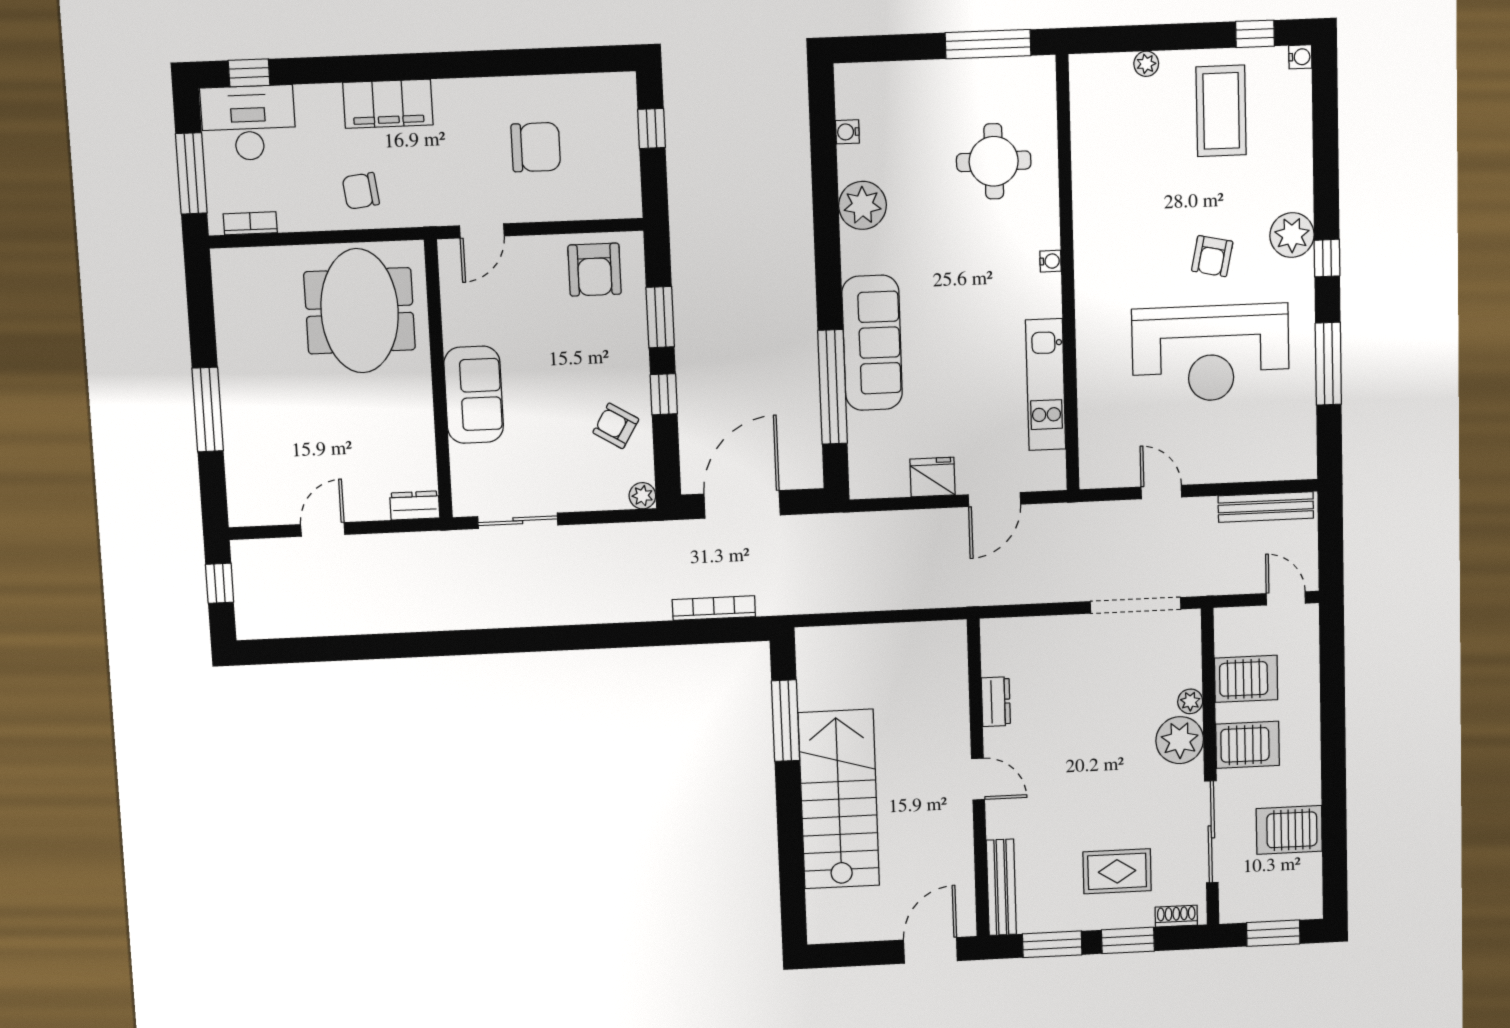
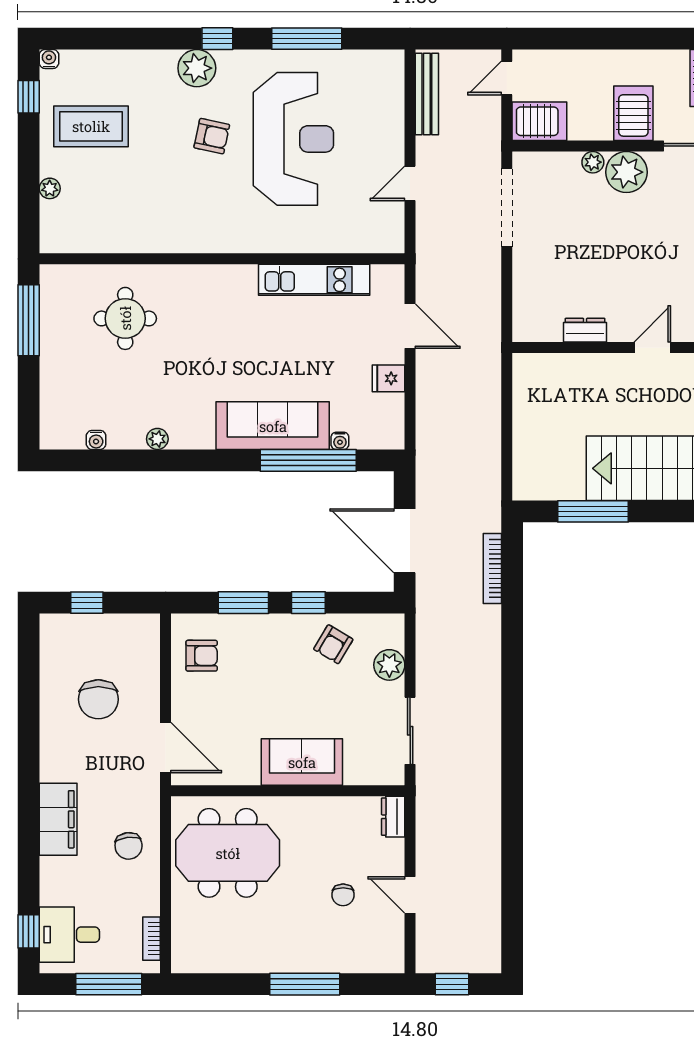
desk: (248, 123) -> (69, 935), width x0.73
chair: (536, 147) -> (98, 699), turned 180
plant: (862, 205) -> (157, 439), width x0.53, depth x0.53
door: (482, 231) -> (166, 748), width x1.38
water cooler: (1050, 261) -> (340, 441), moved, turned 180
armchair: (595, 270) -> (202, 656), width x0.72, depth x0.72
chair: (318, 450) -> (343, 895), added
fridge: (933, 477) -> (389, 378), width x0.72
plant: (642, 496) -> (389, 665), moved, width x1.38, depth x1.38
server rack: (1246, 679) -> (539, 121), moved, turned 90

